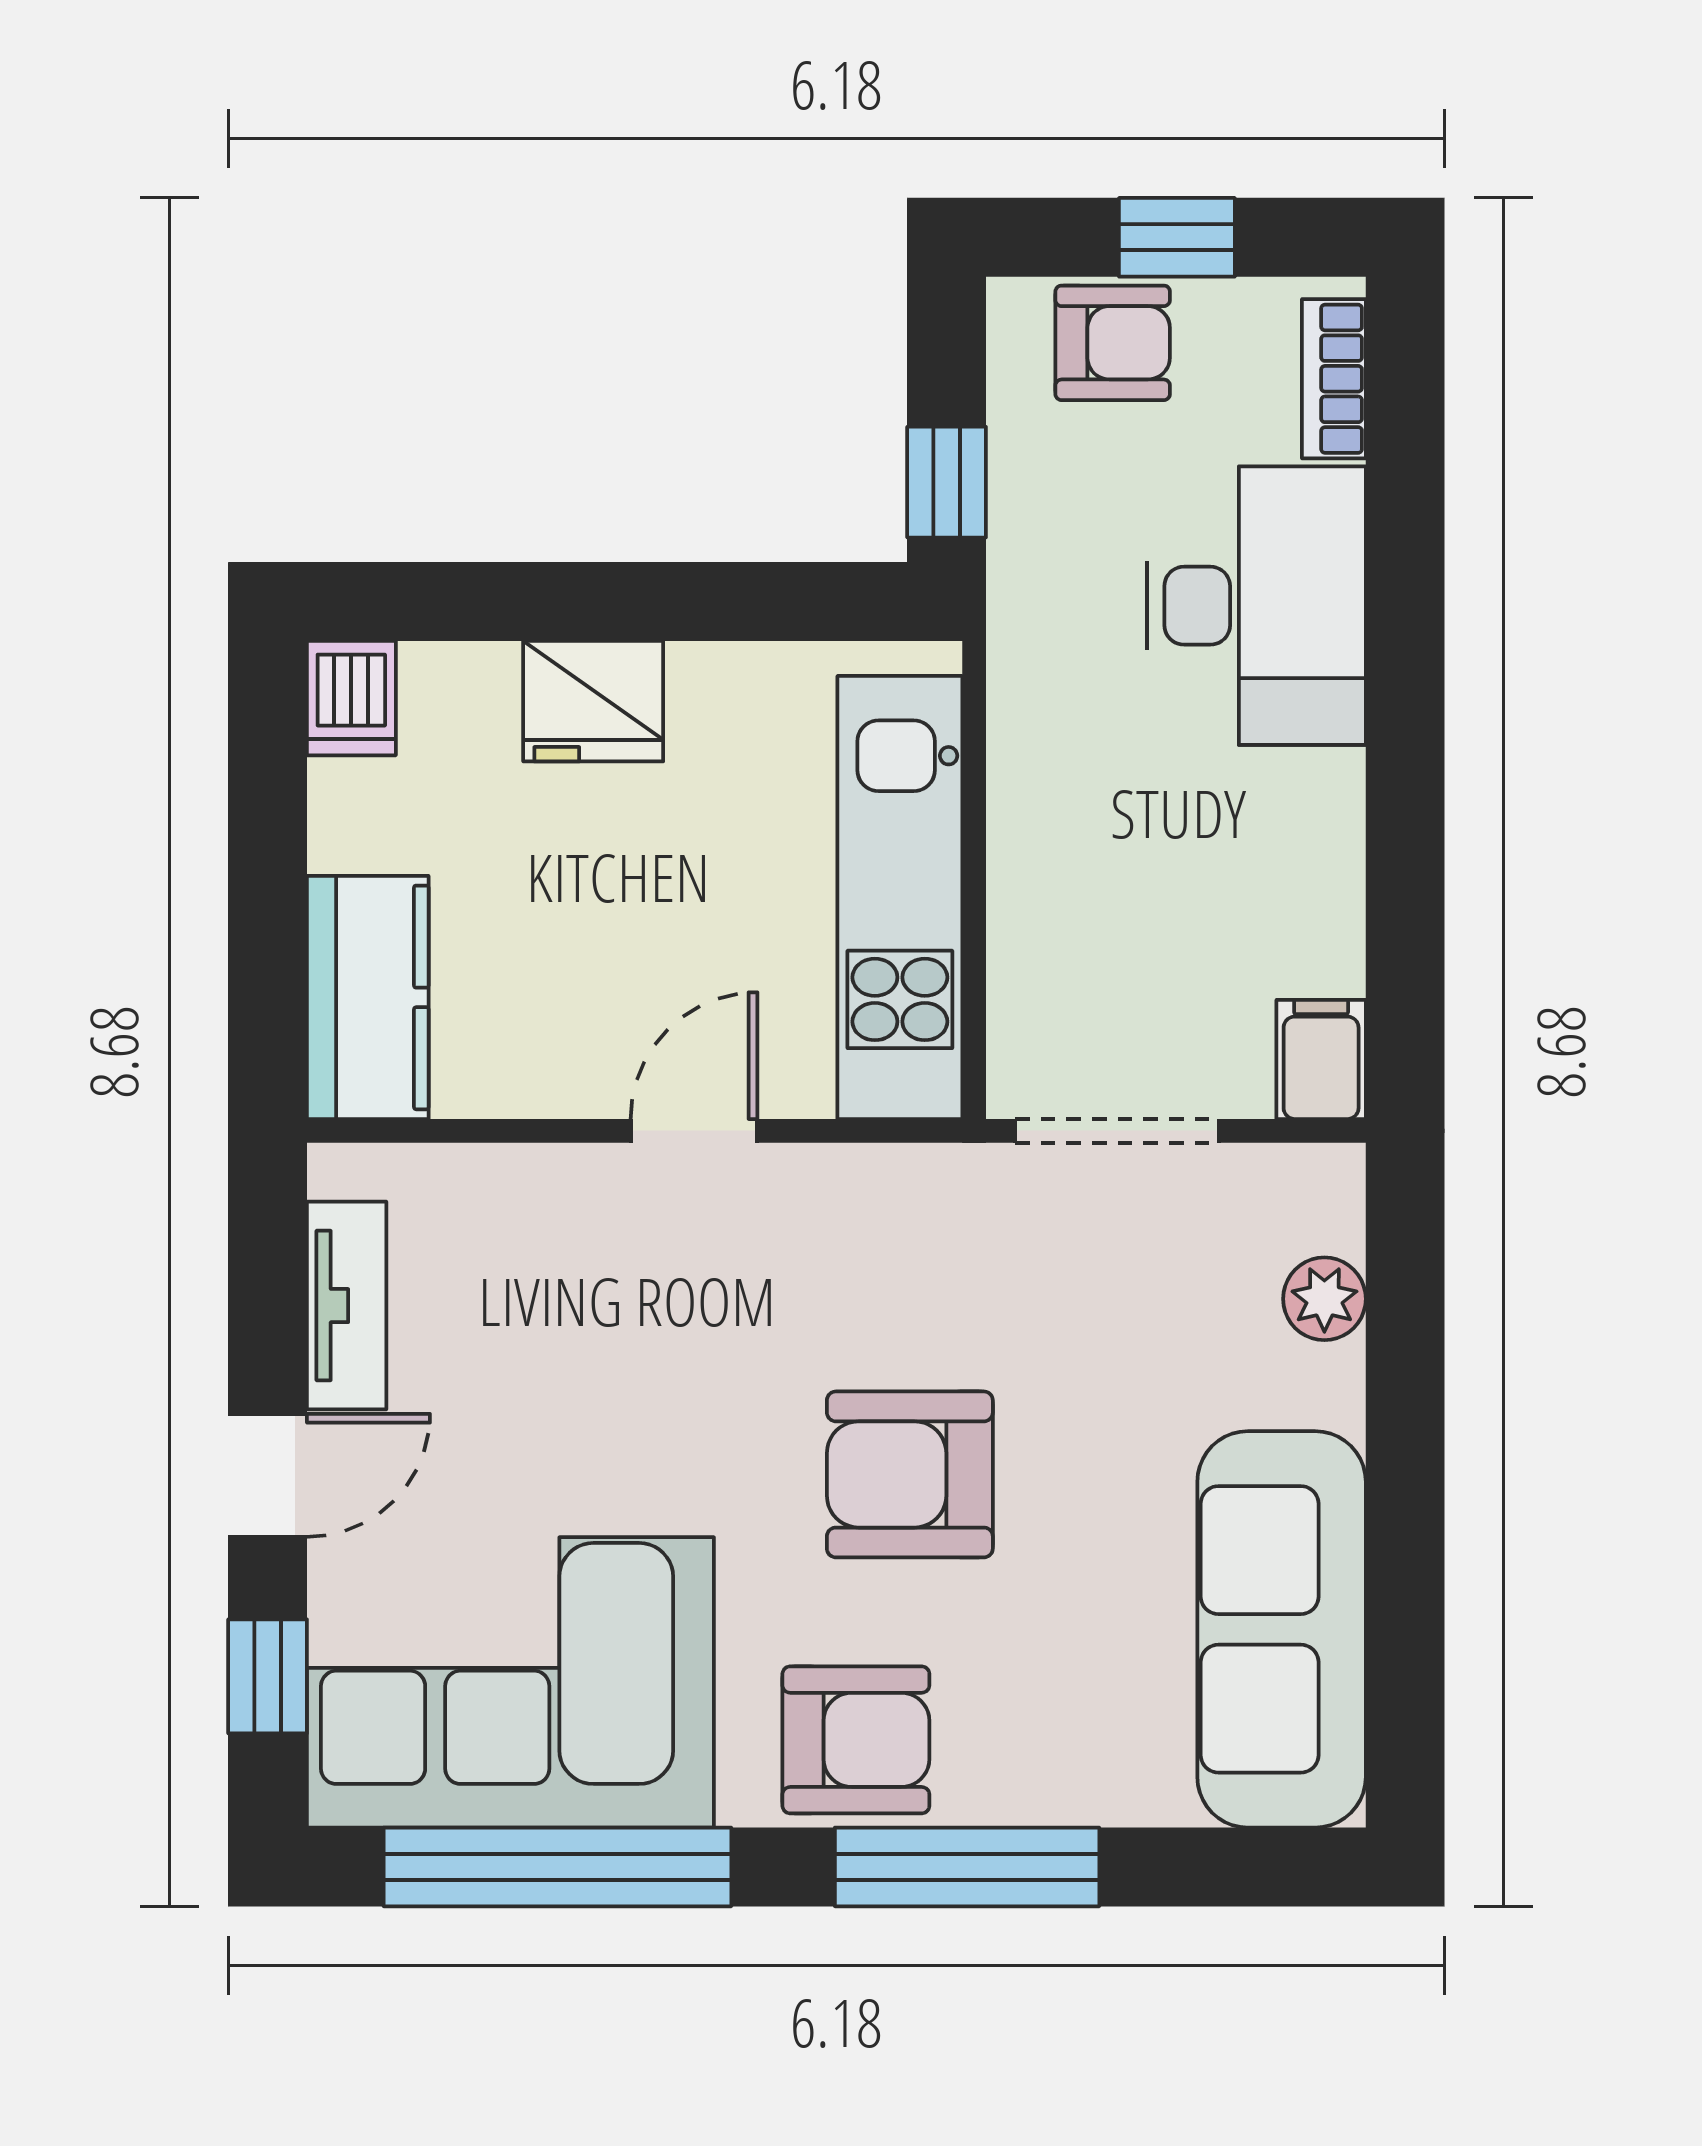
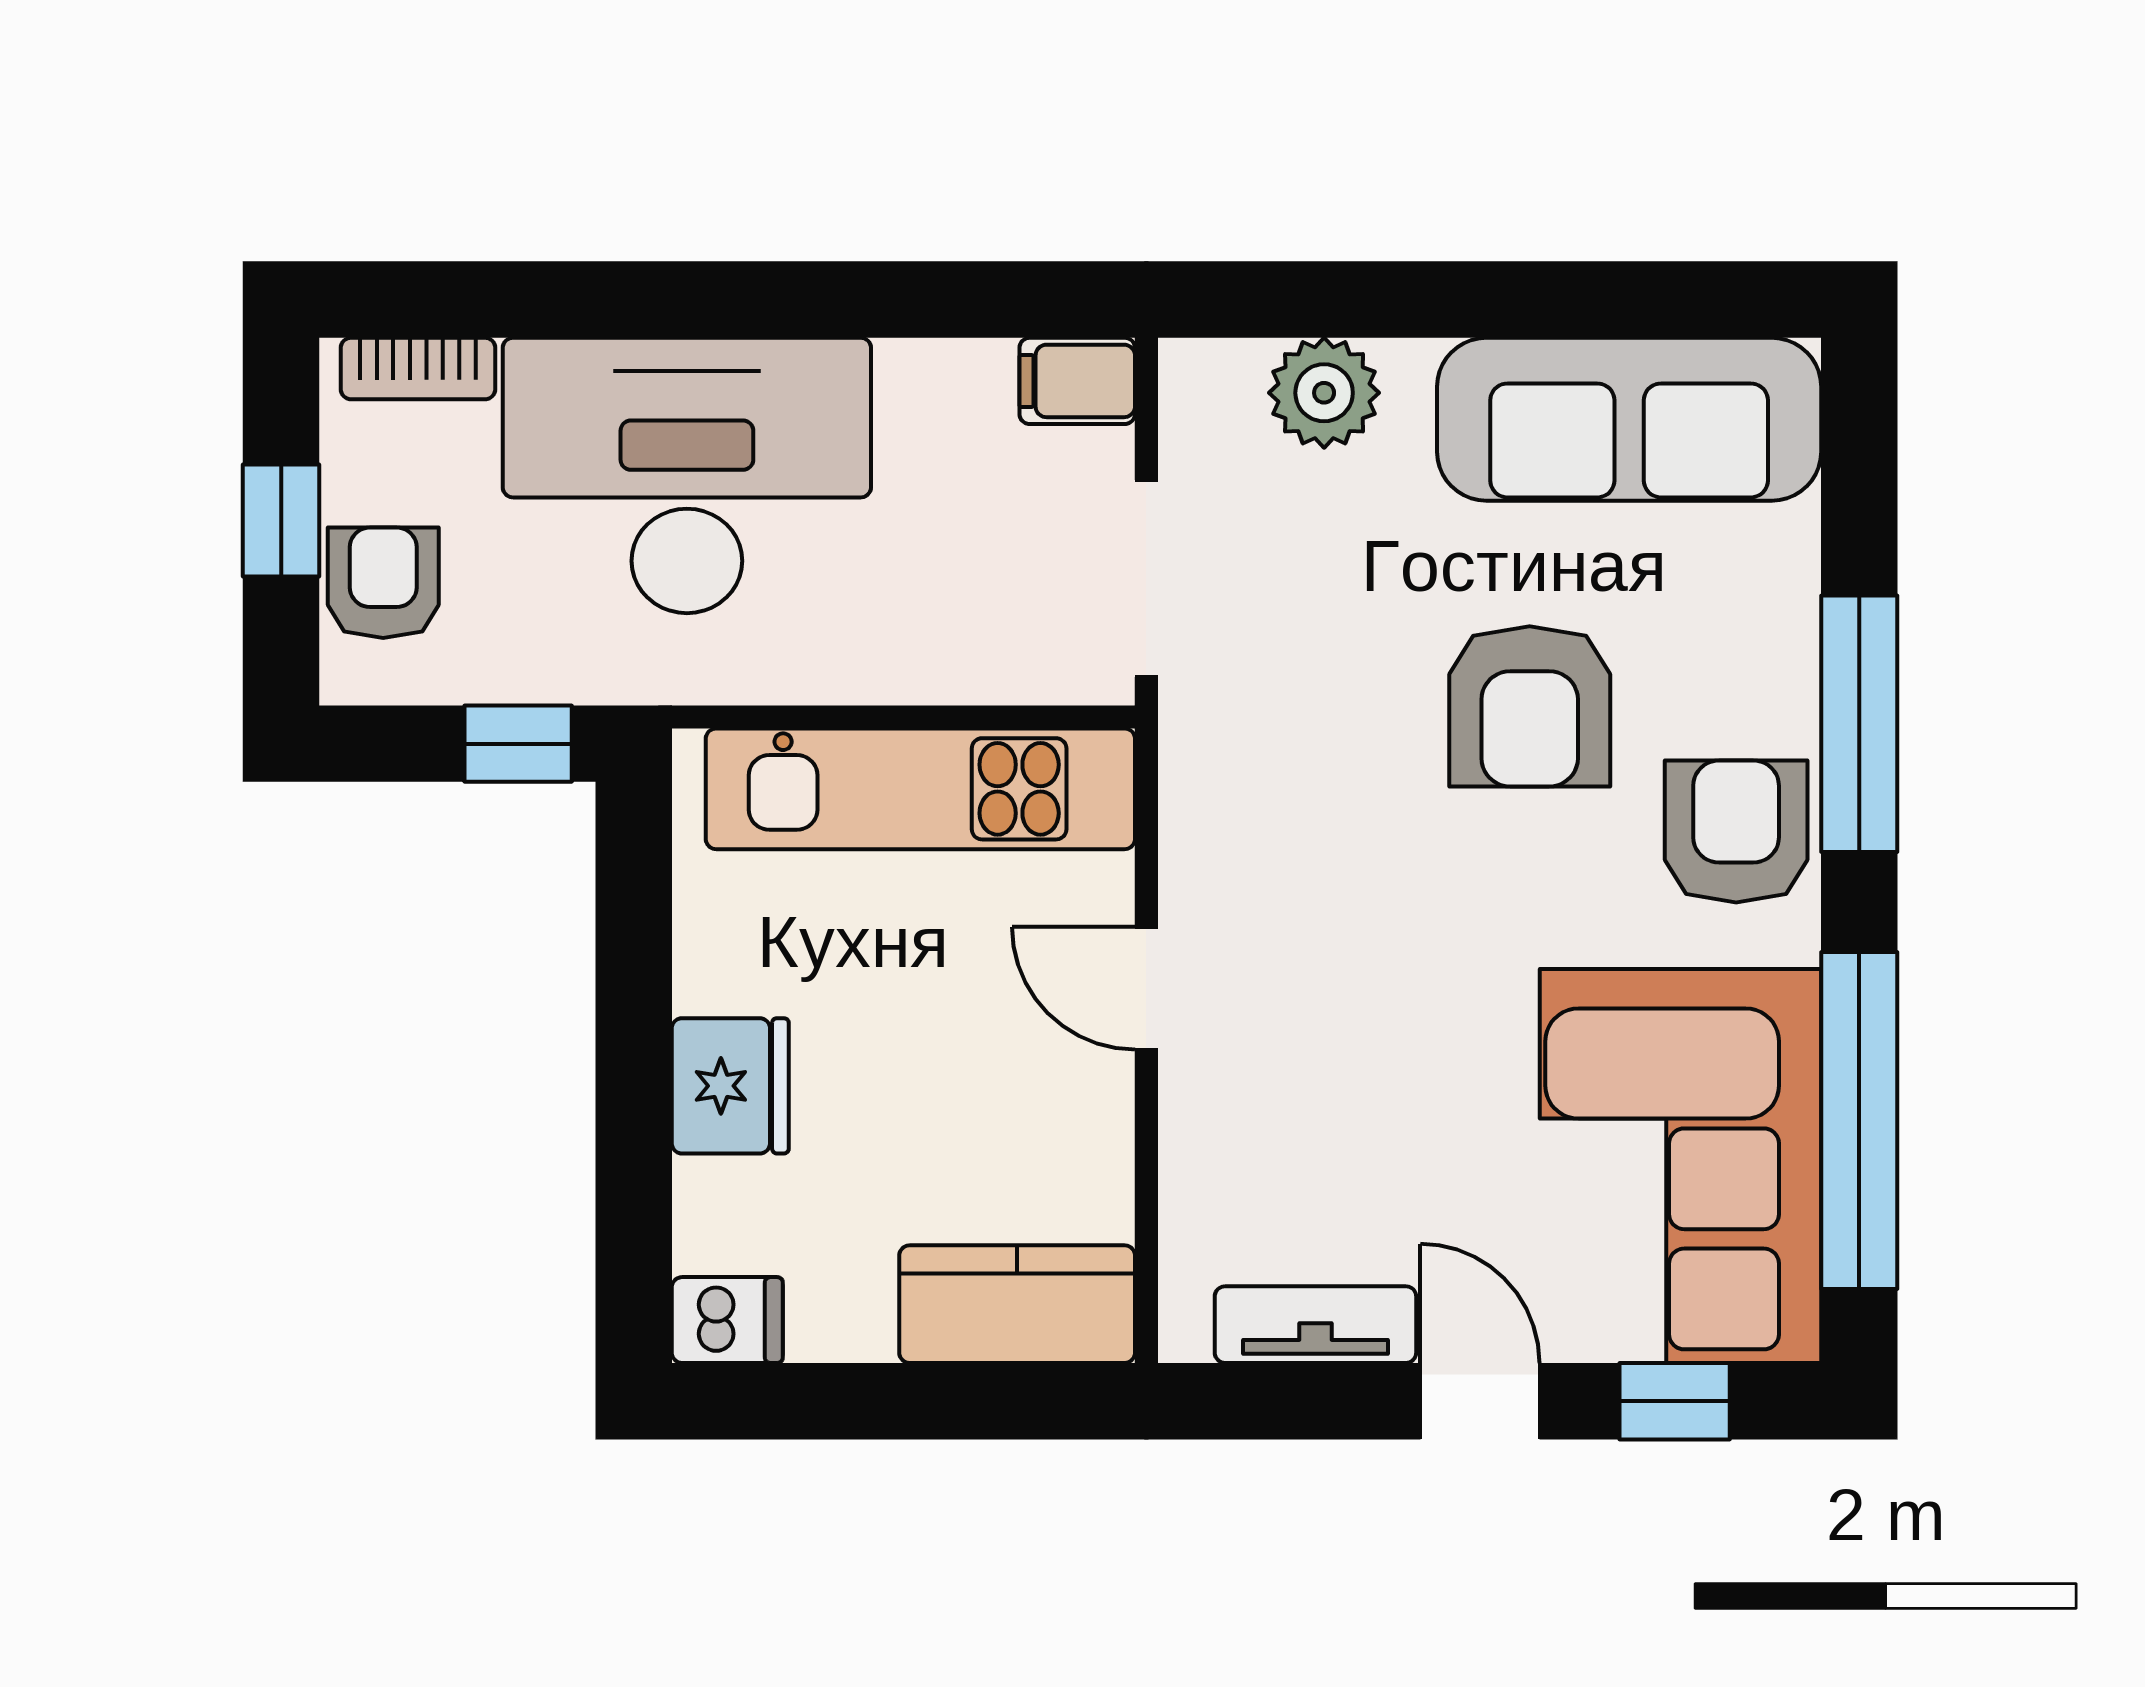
desk: (1256, 606) -> (687, 475), width x1.36, depth x1.30
plant: (1324, 1299) -> (1324, 393), width x1.38, depth x1.38
armchair: (910, 1474) -> (1530, 706), moved

